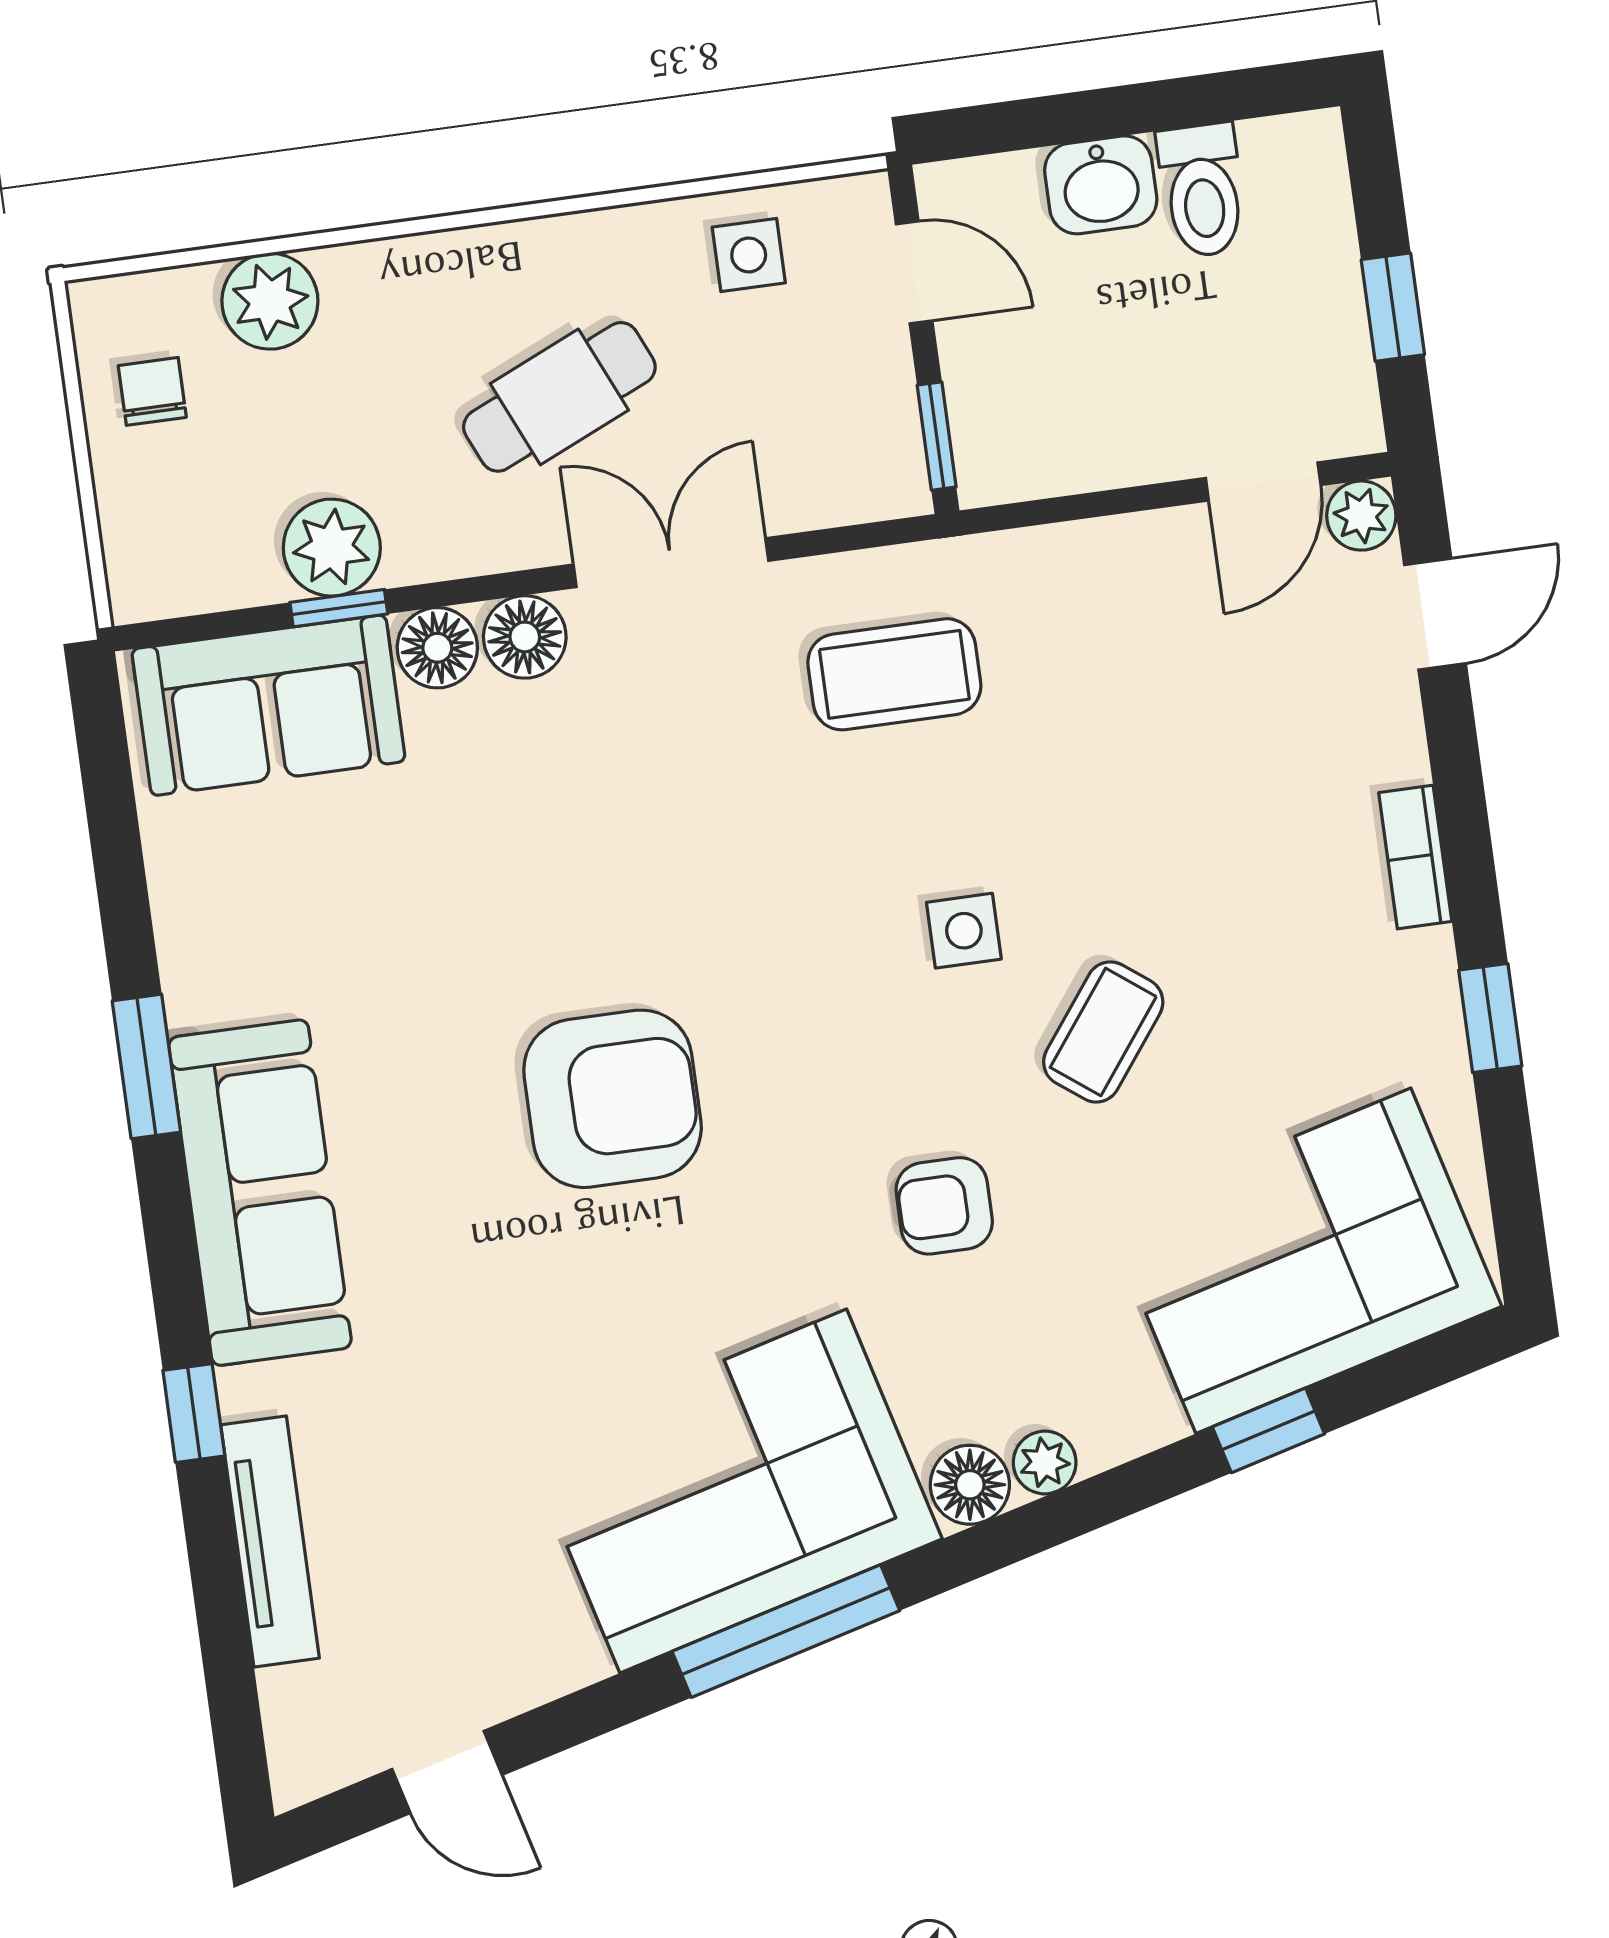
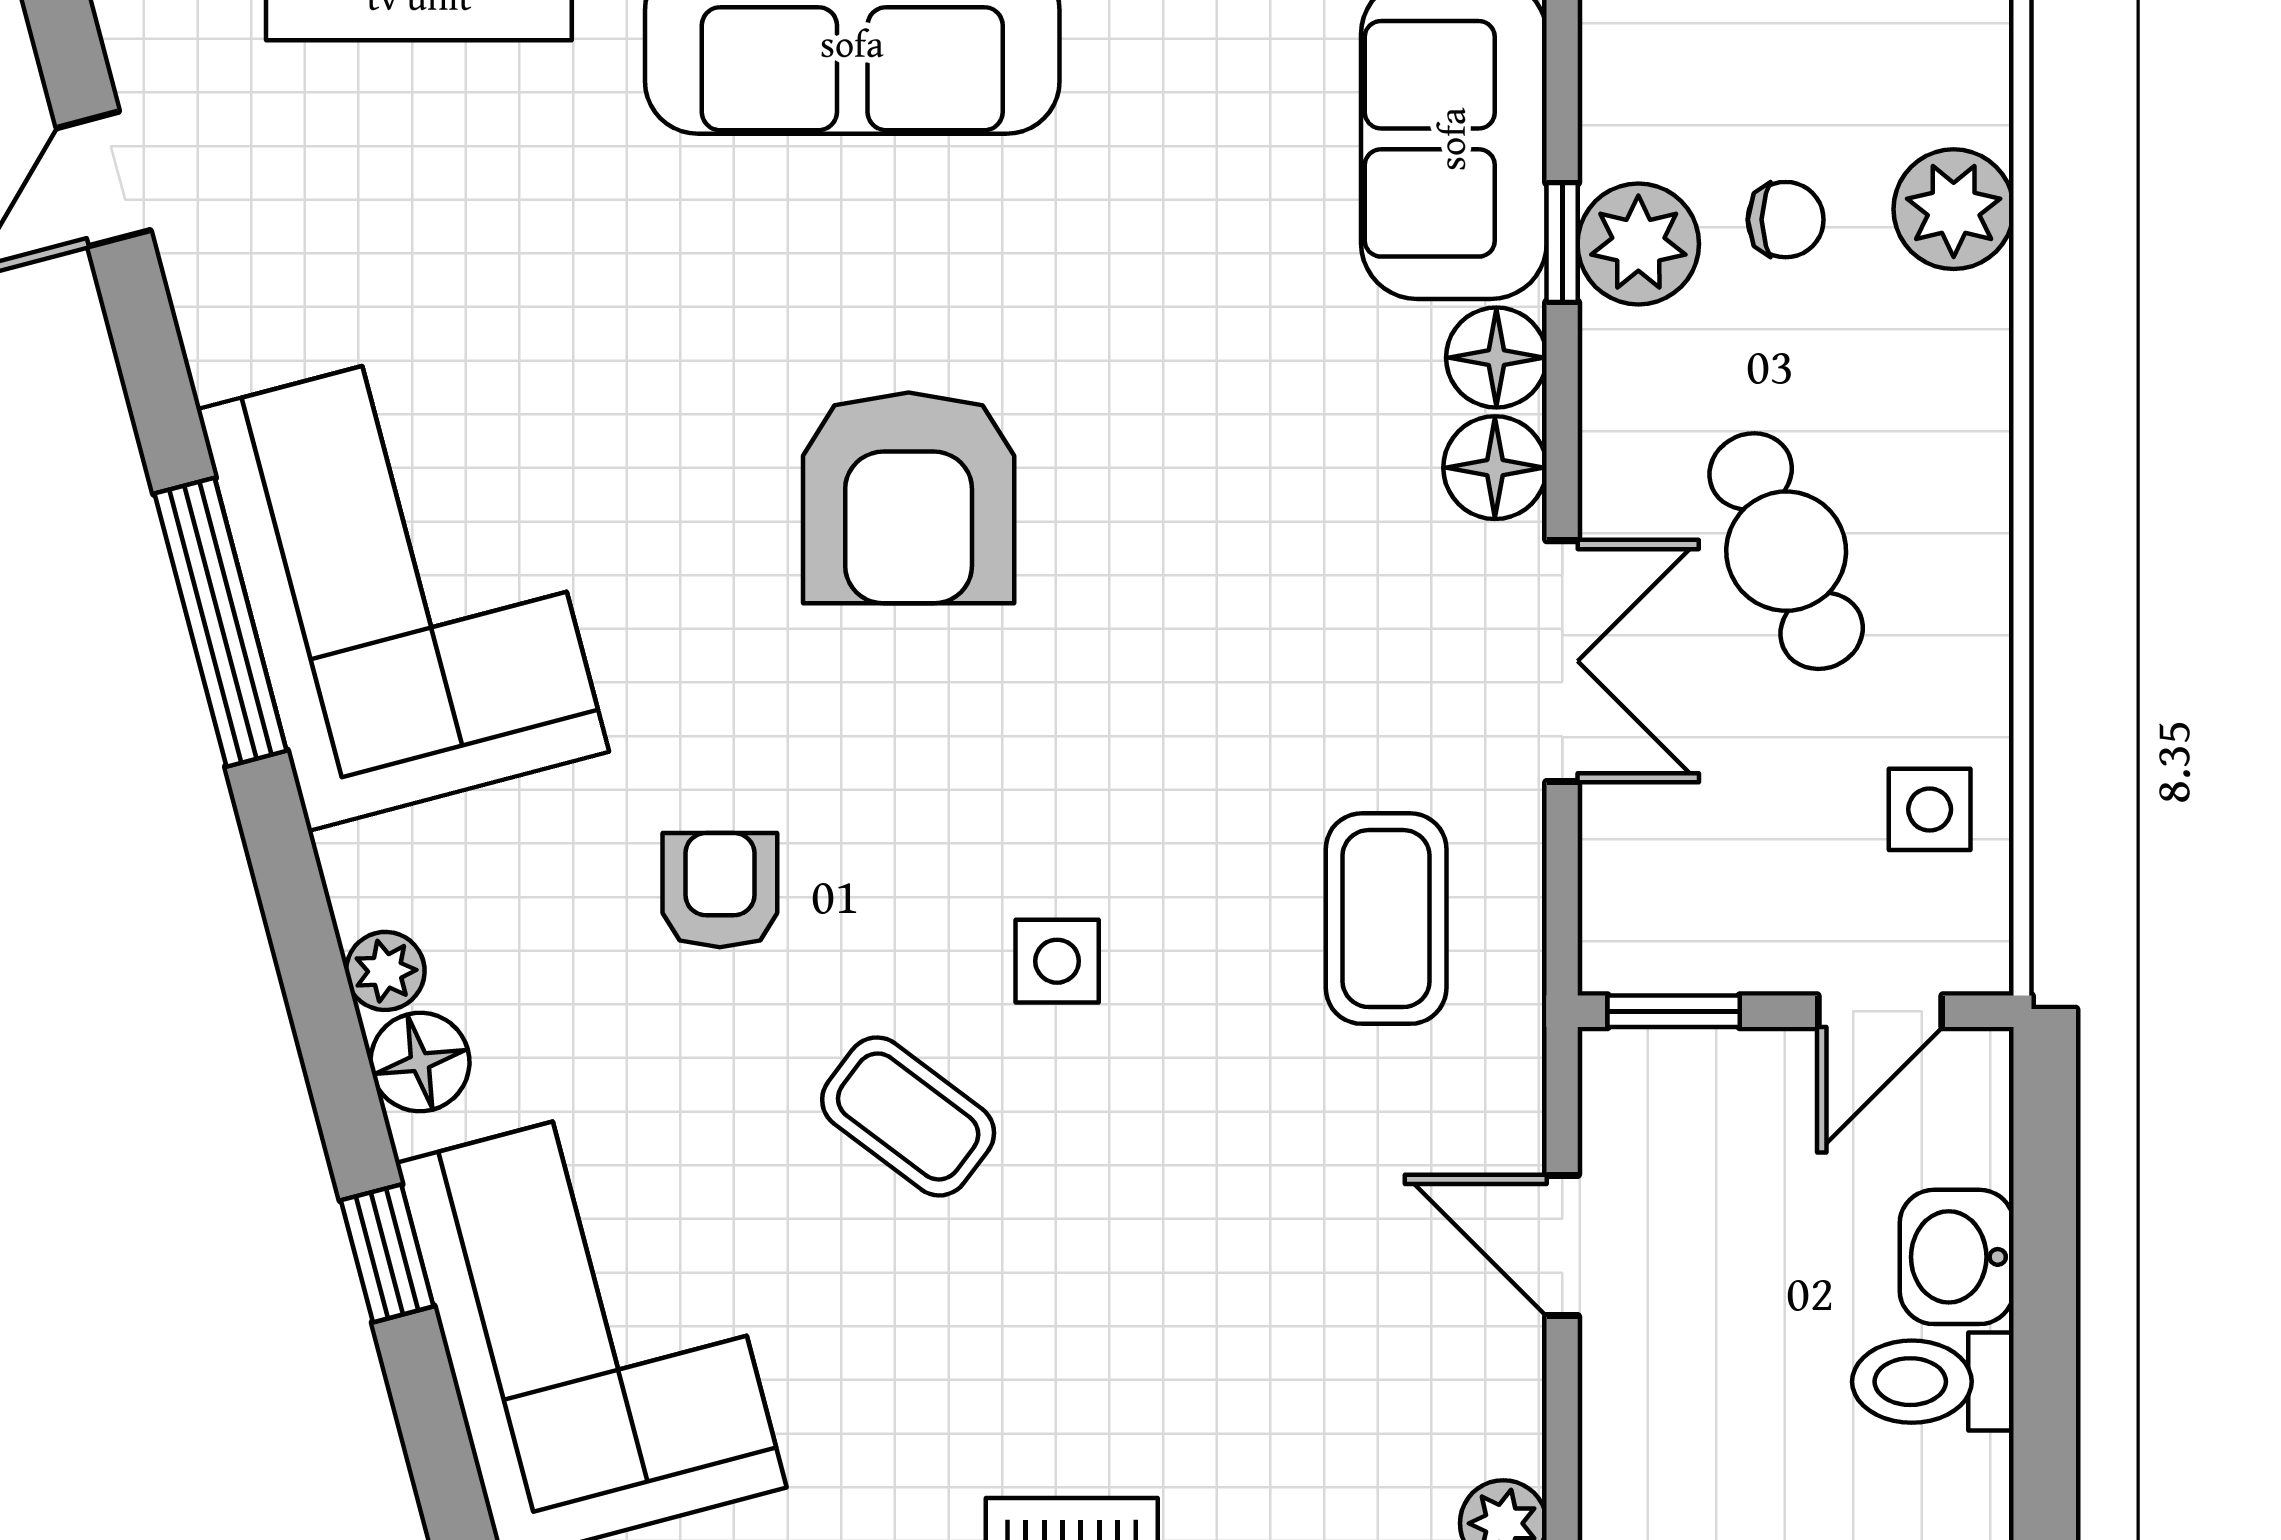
chair: (152, 391) -> (1786, 220), moved
door: (1263, 482) -> (1562, 1245), moved
floor lamp: (970, 1485) -> (420, 1062), moved

